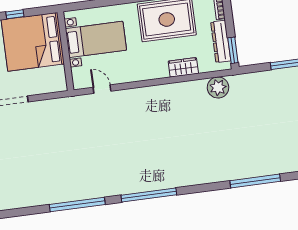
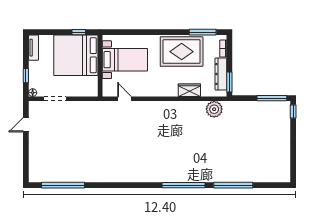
window: (15, 14) -> (79, 32), moved
window: (149, 195) -> (183, 185), moved
window: (77, 204) -> (63, 185), moved

